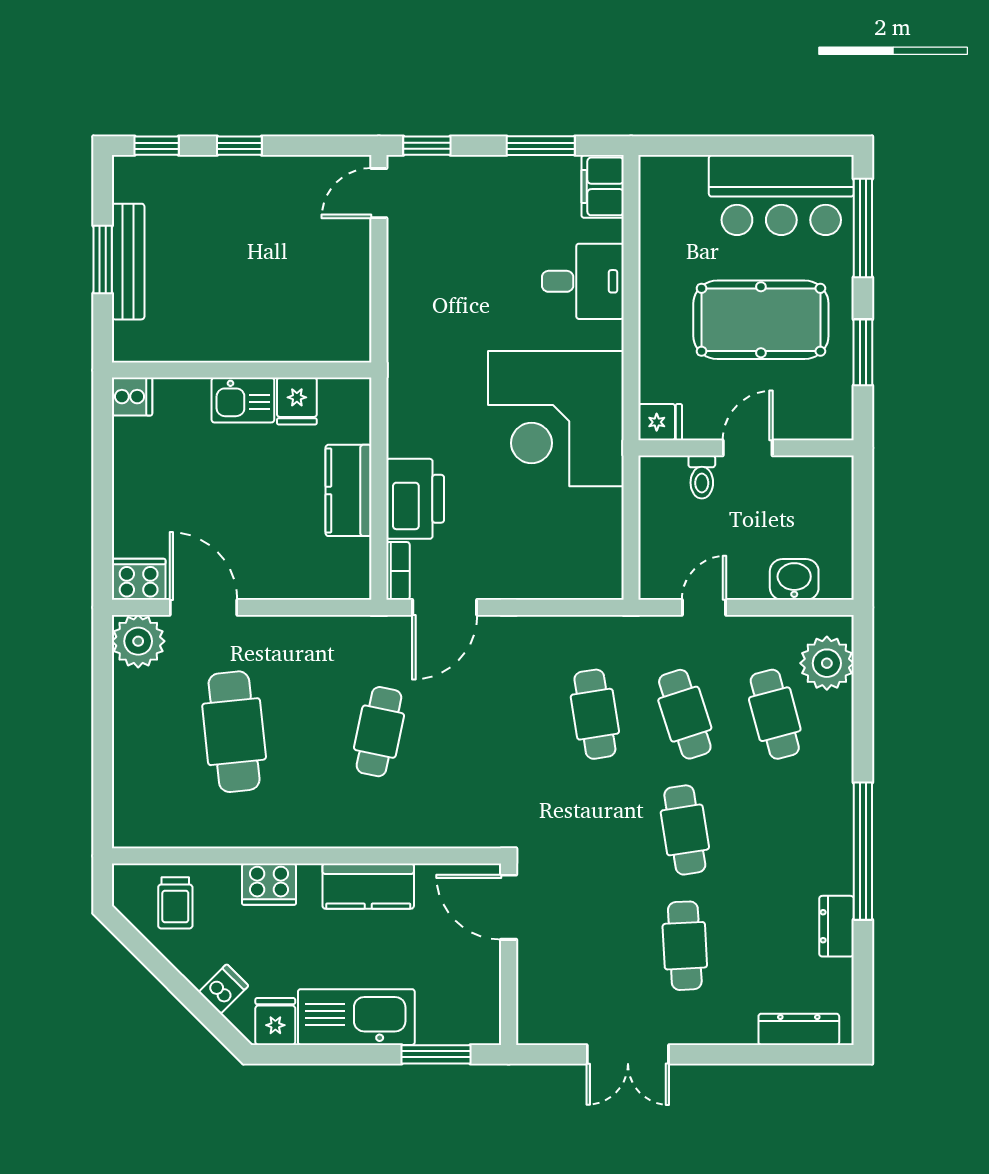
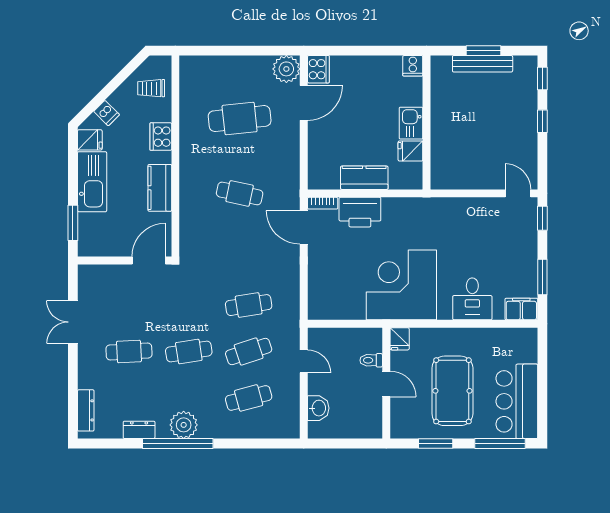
plant: (827, 663) -> (184, 425), moved

